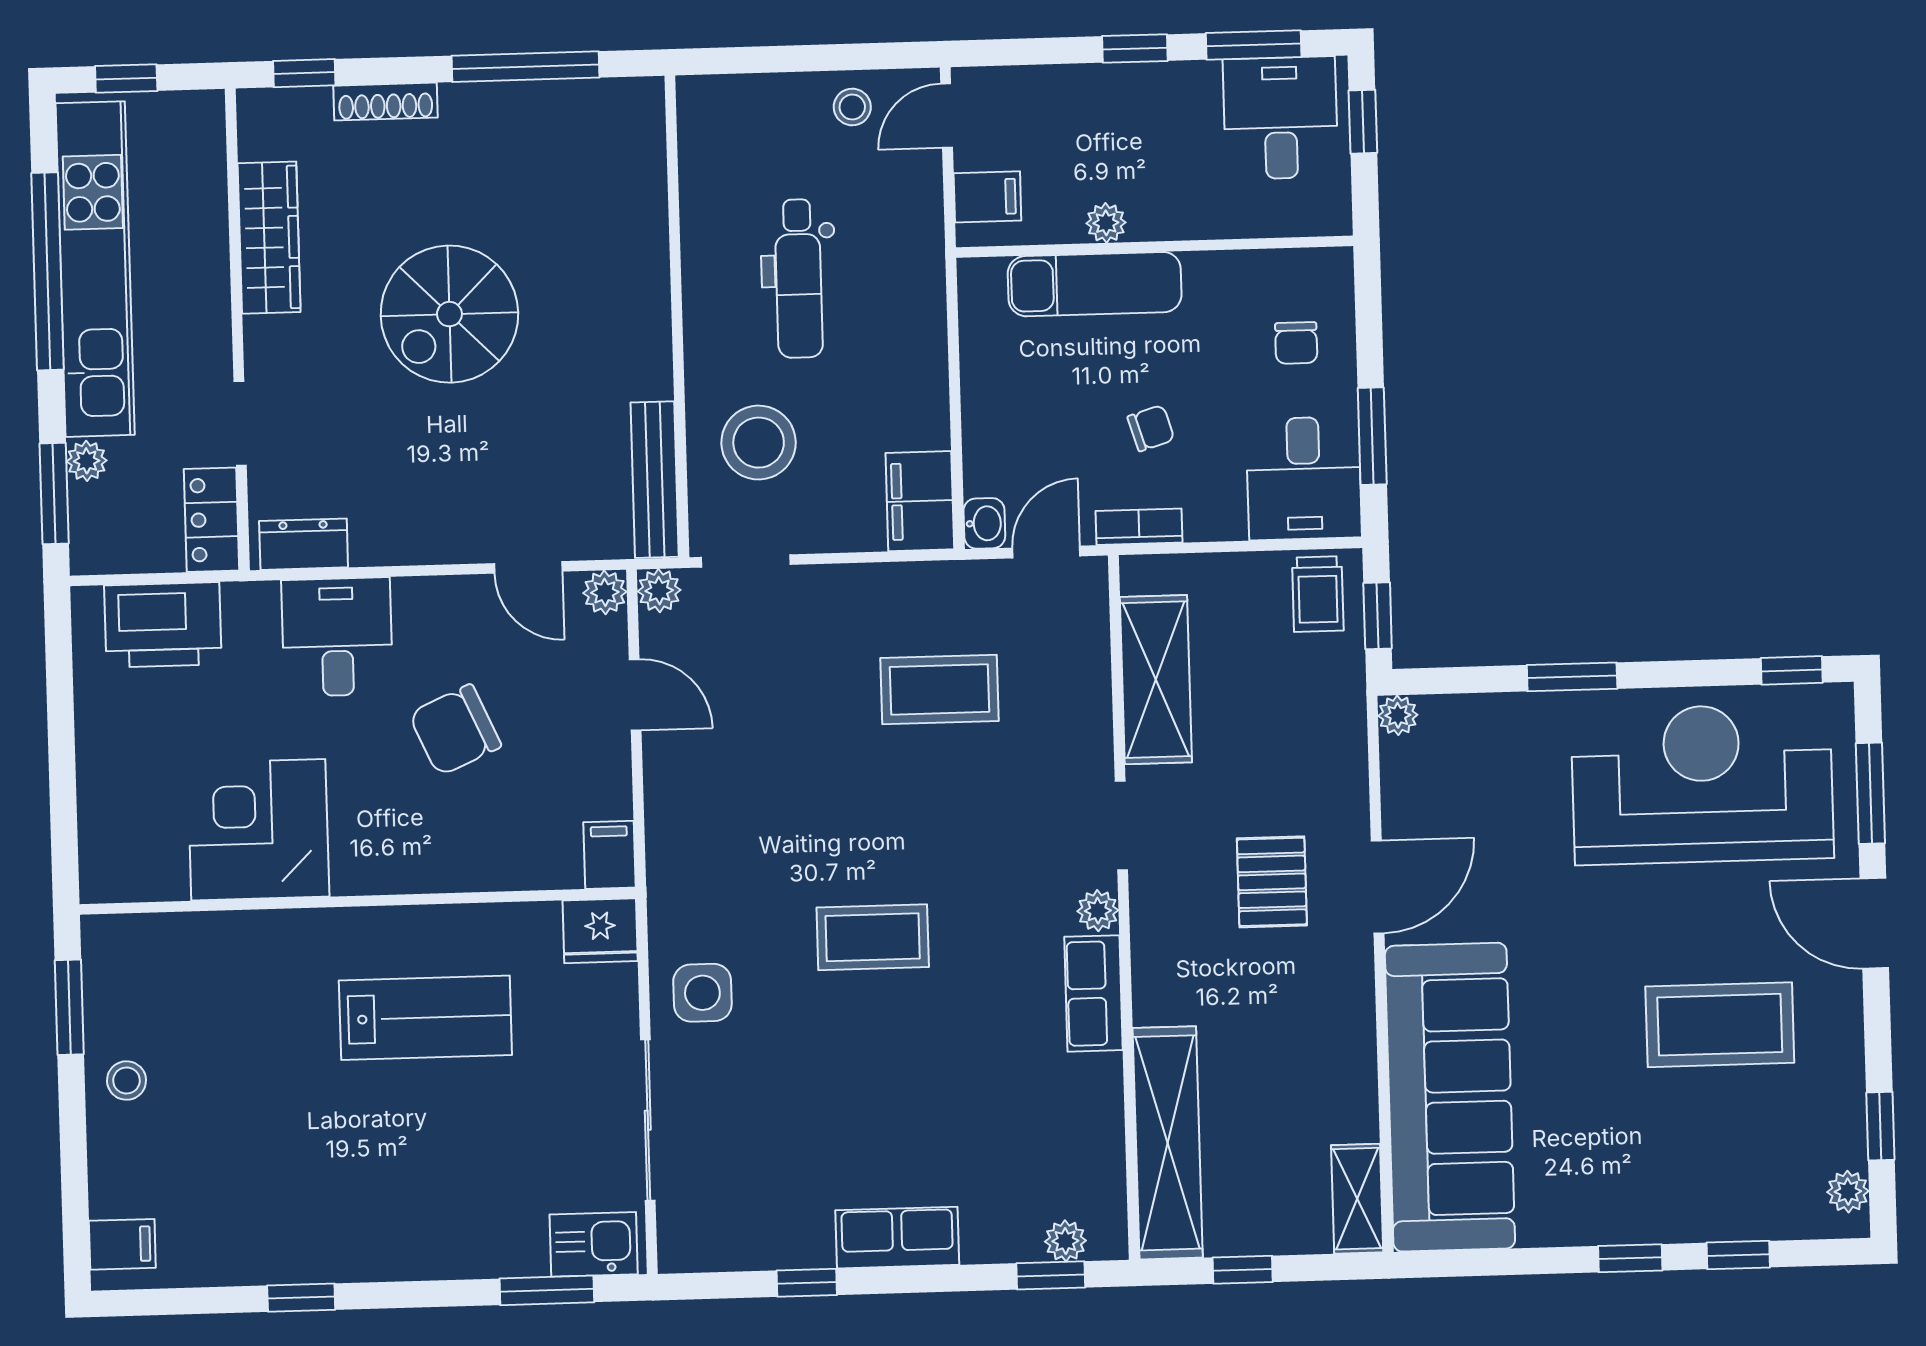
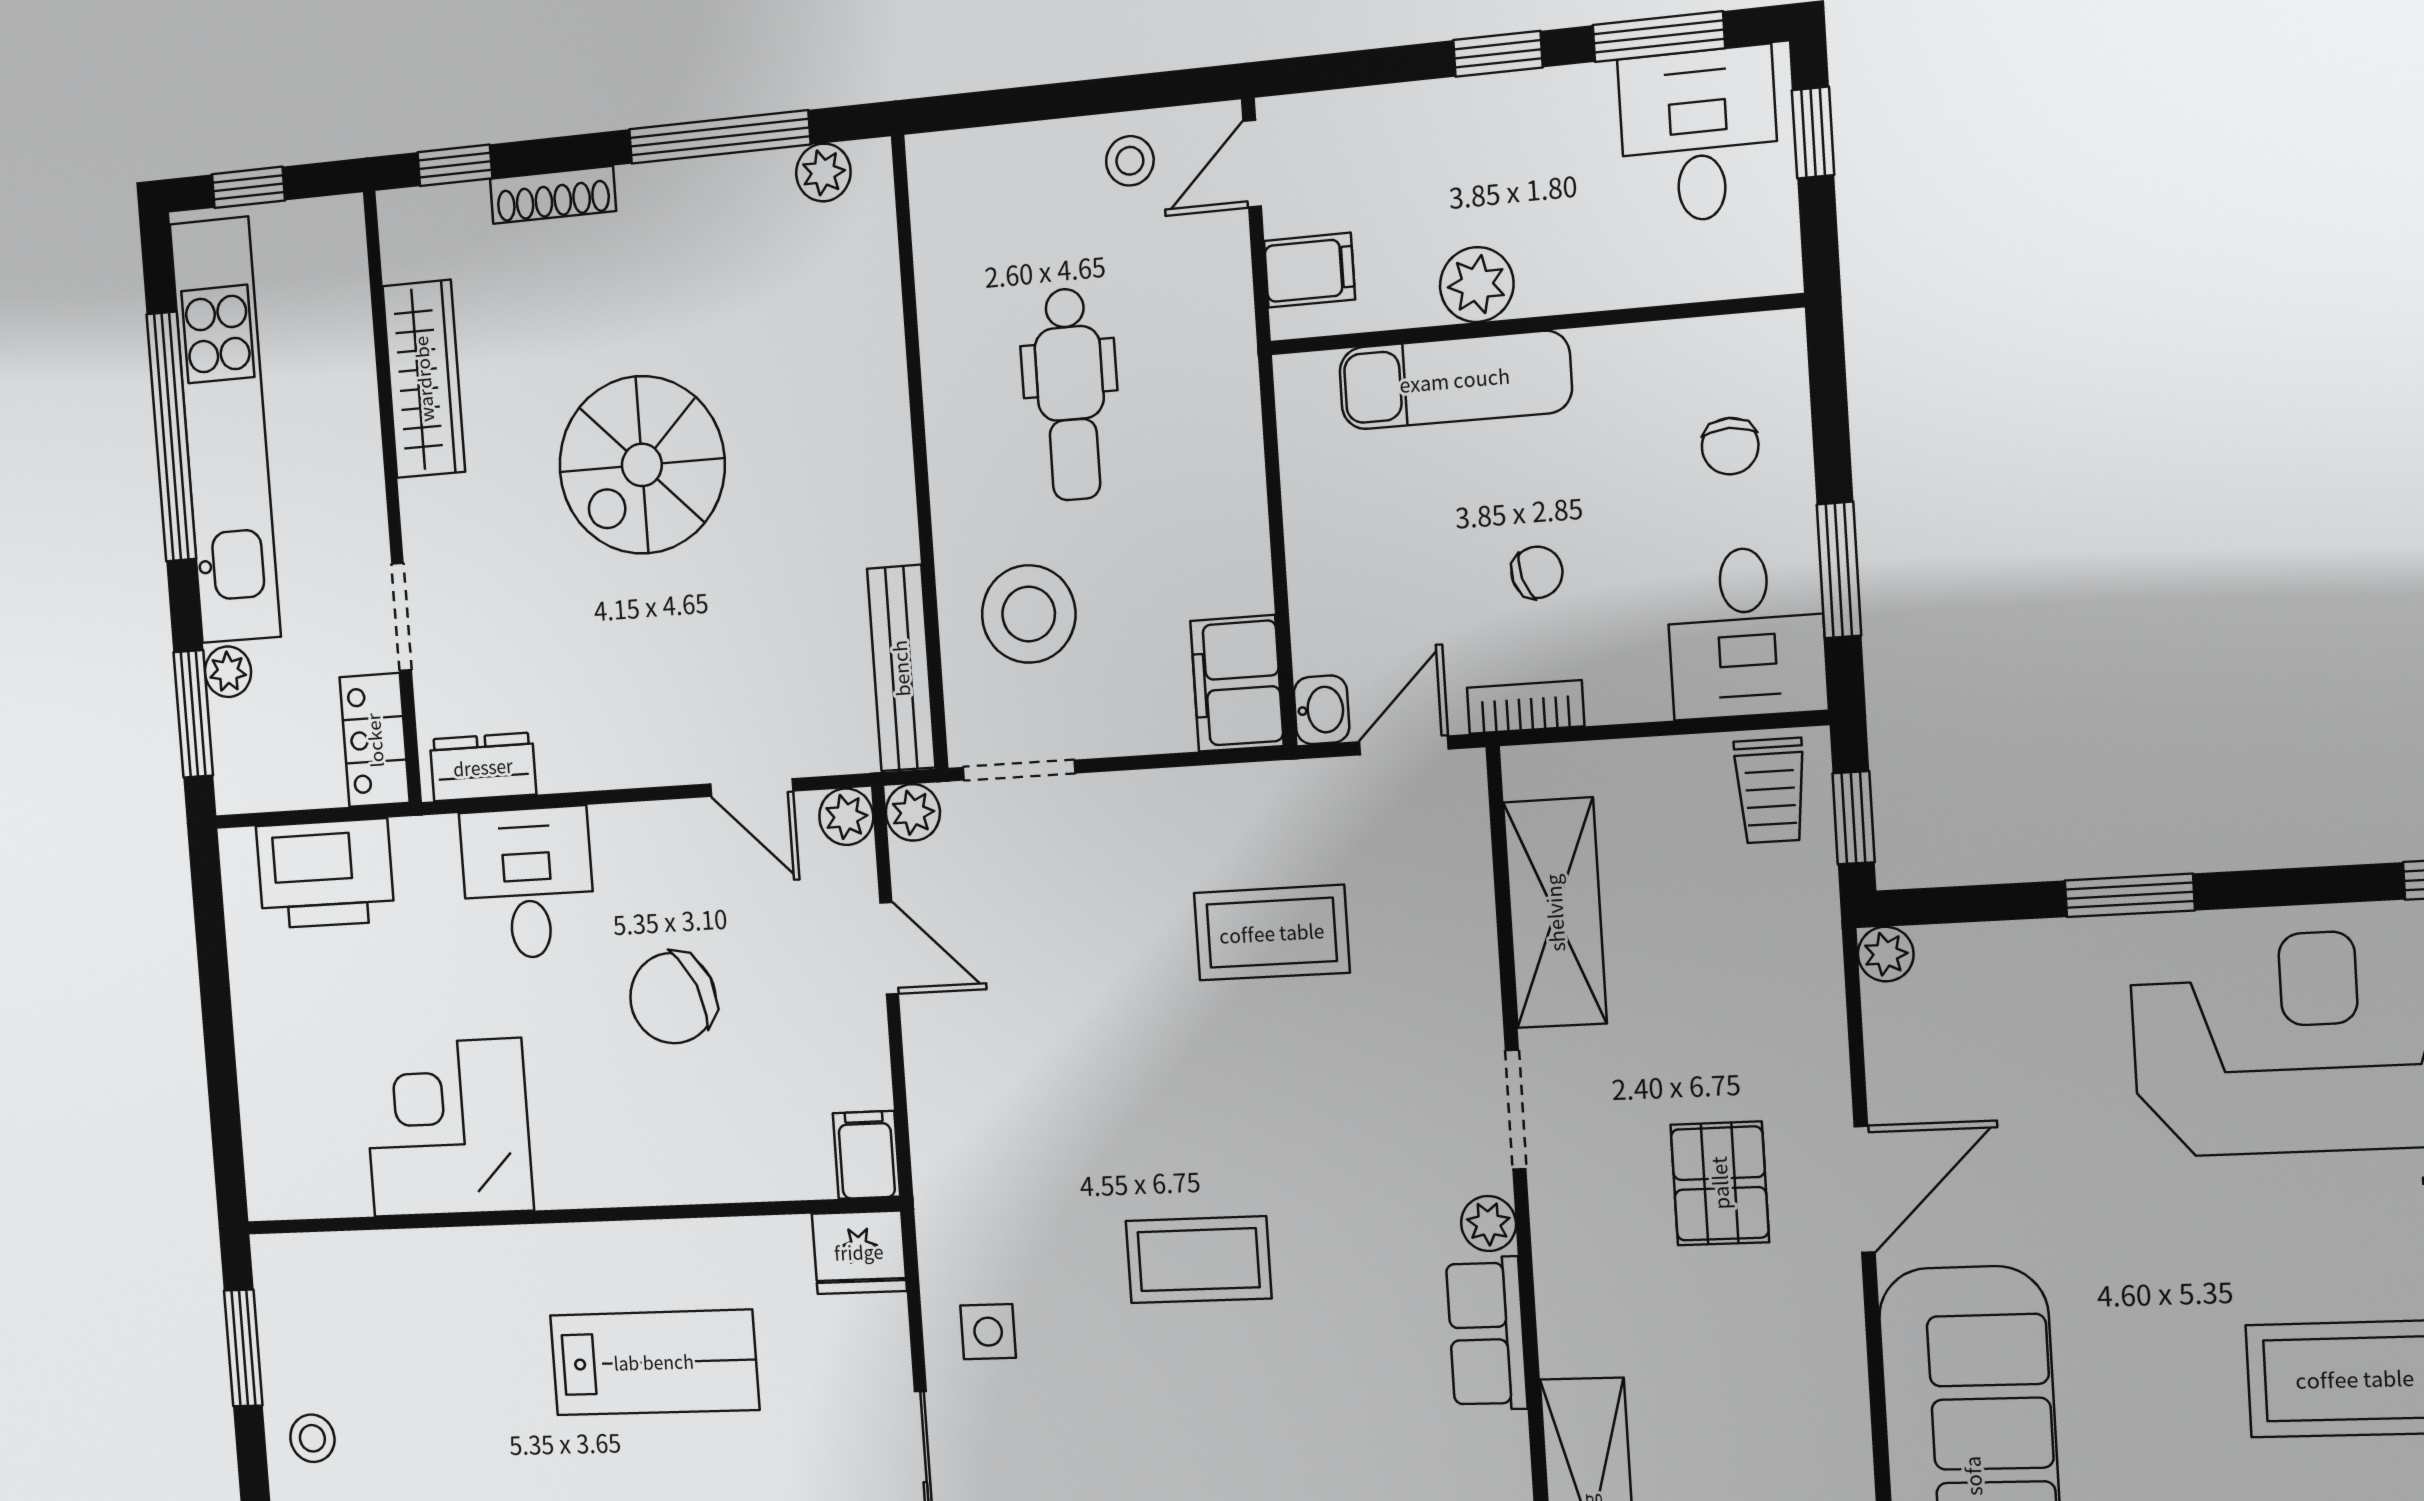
plant: (609, 99) -> (823, 172), added
plant: (1106, 223) -> (1477, 285), width x1.38, depth x1.38
side table: (702, 993) -> (988, 1332), width x0.73, depth x0.73

